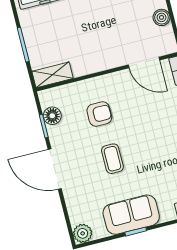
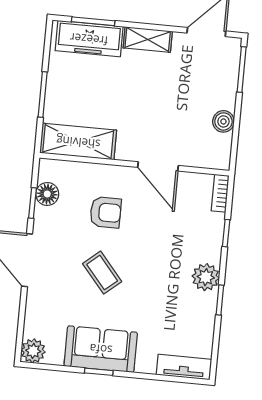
door: (144, 62) -> (158, 166), moved
shelving: (53, 75) -> (78, 142), width x1.50, depth x1.33
coffee table: (112, 159) -> (102, 273), turned -40

